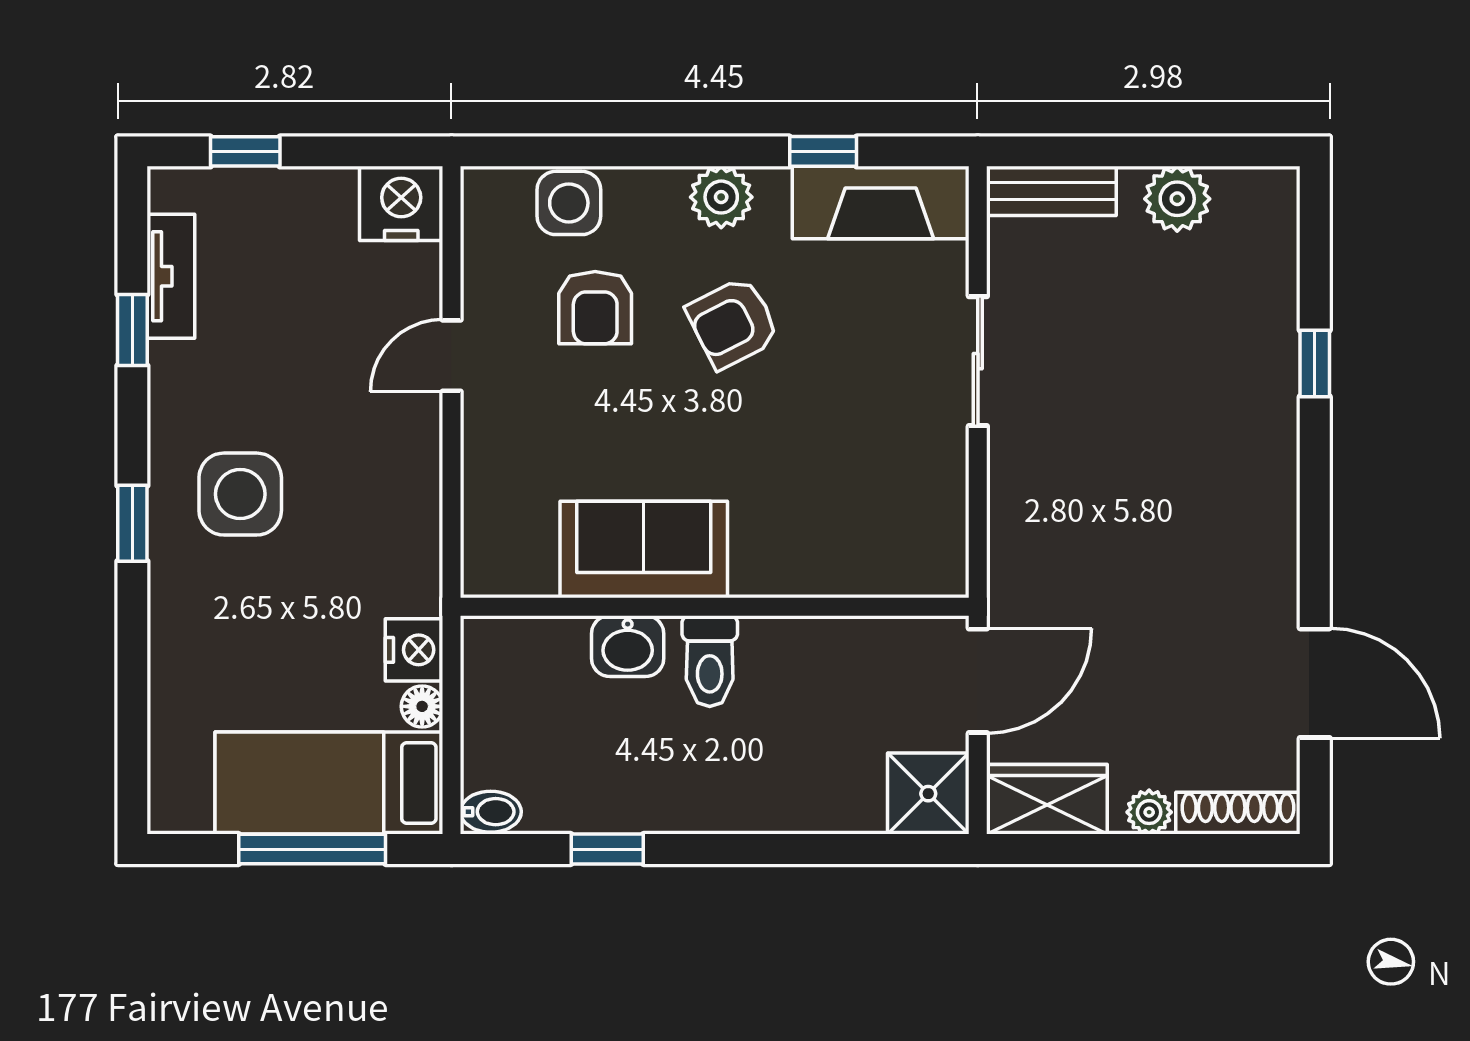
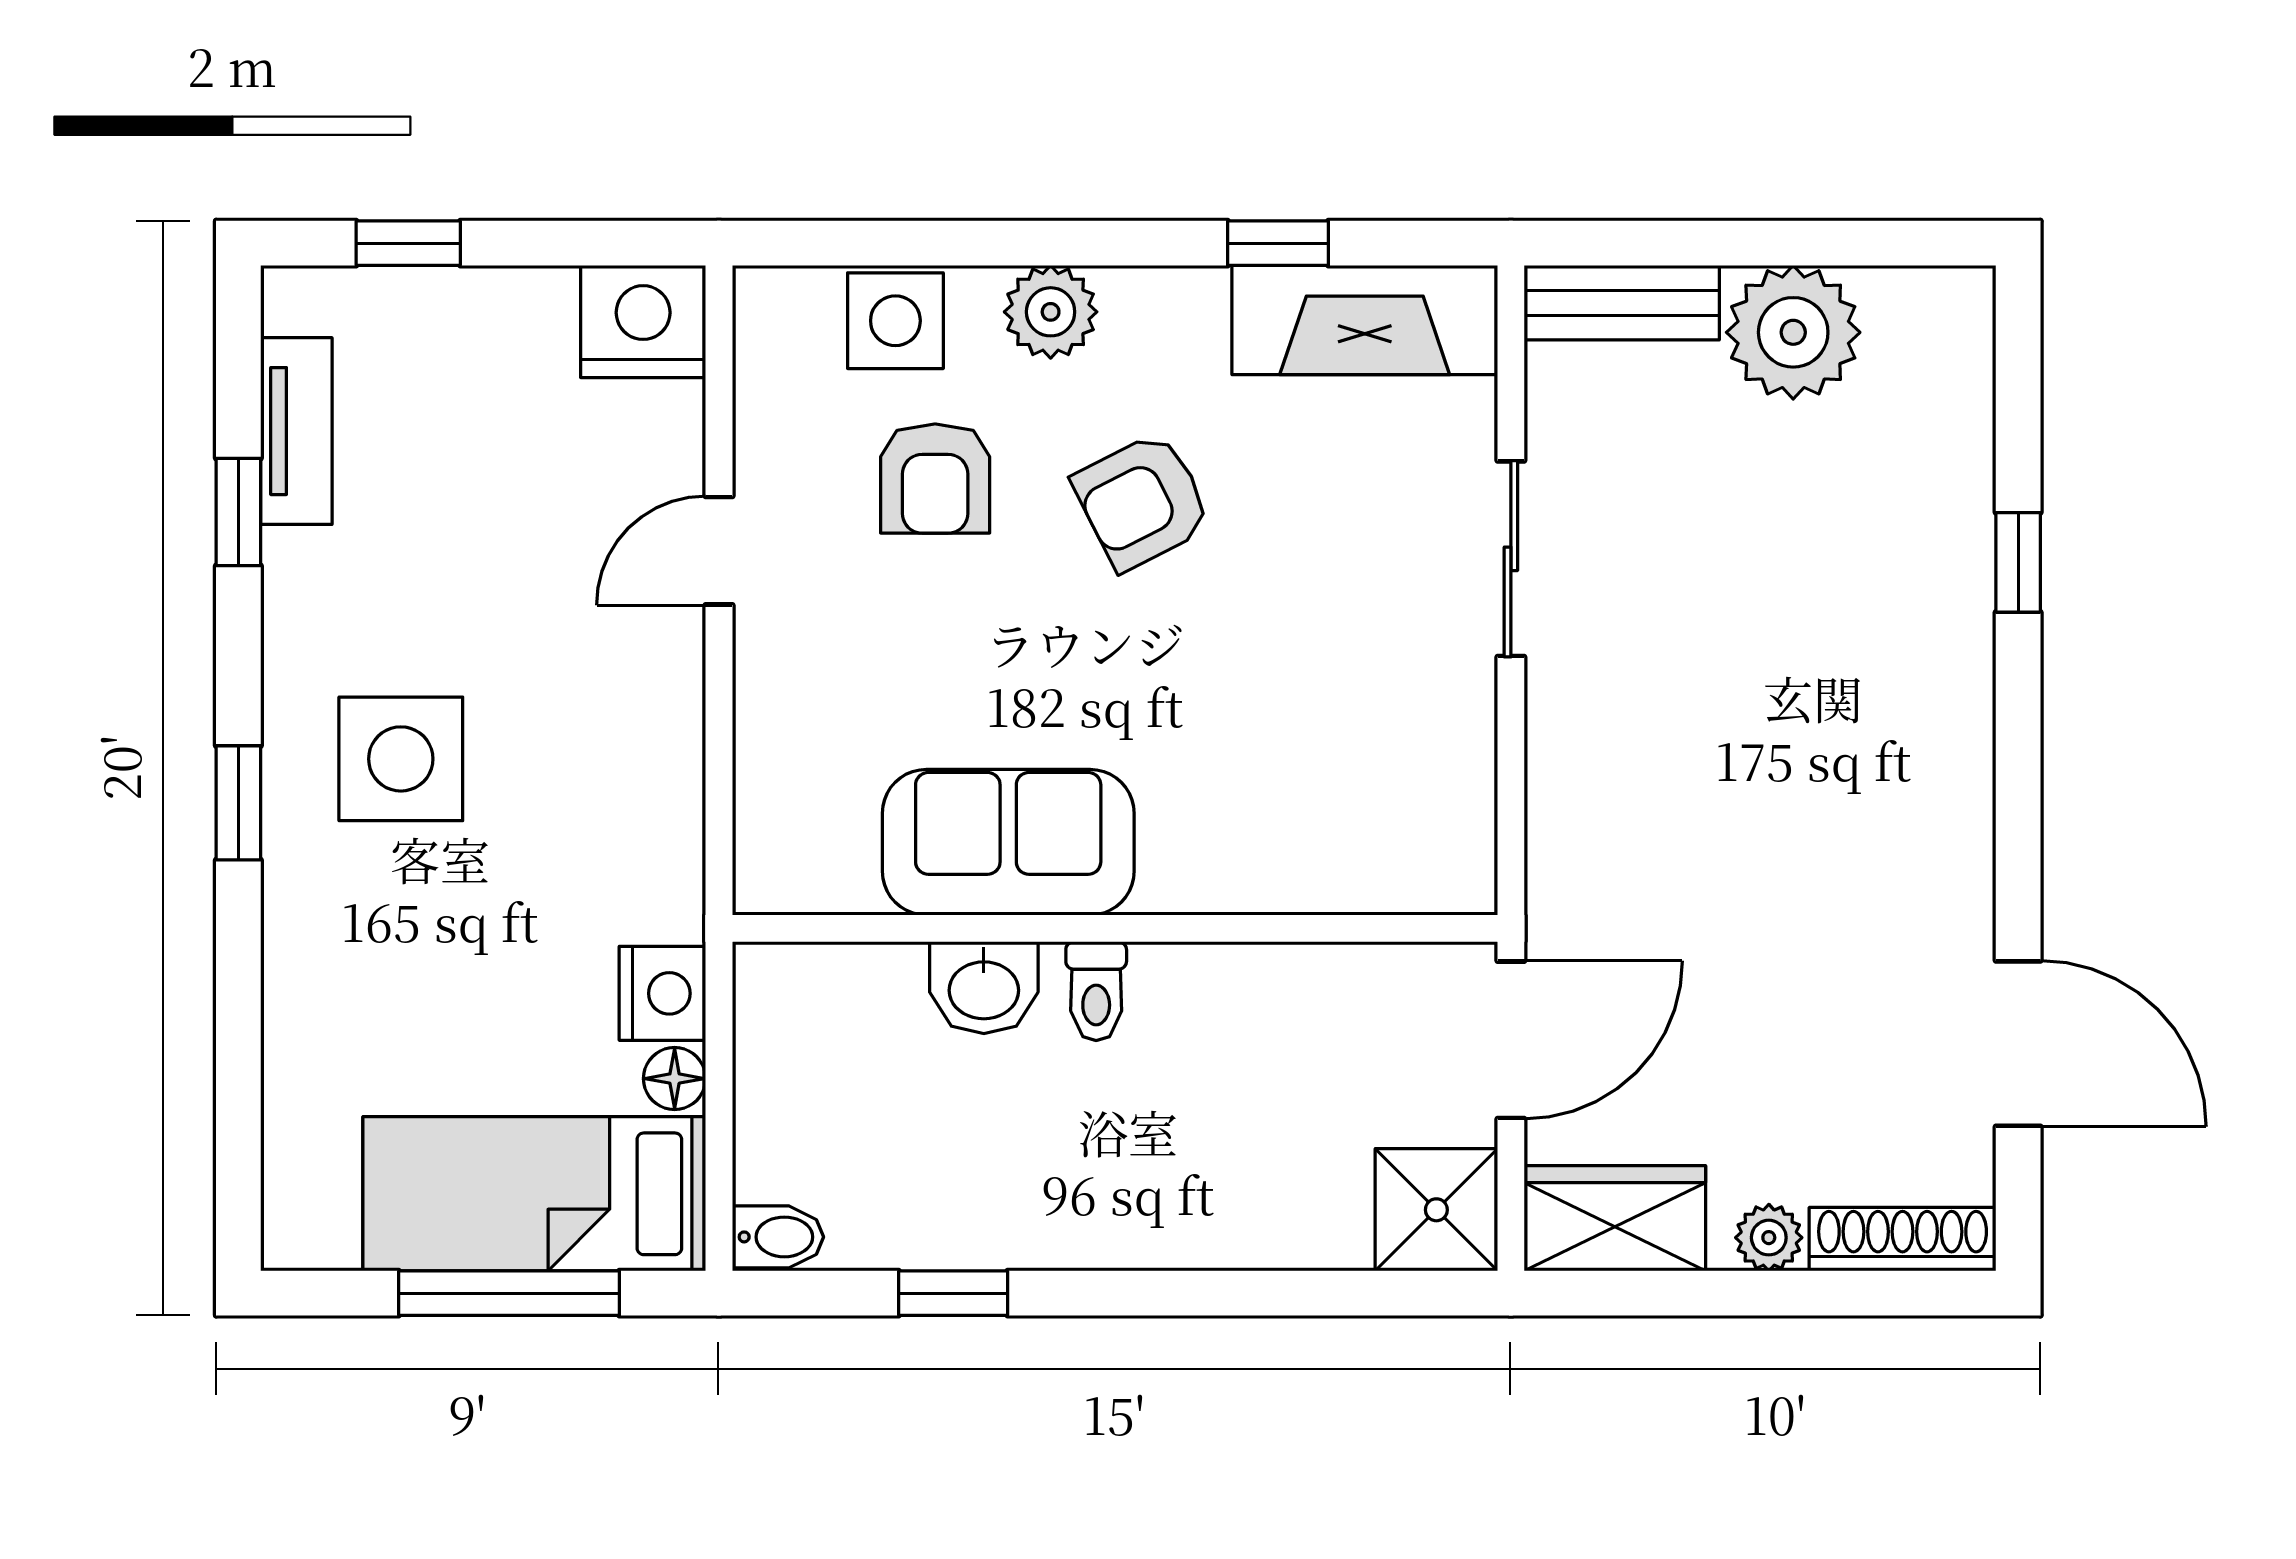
plant: (721, 197) -> (1051, 312), moved
plant: (1177, 199) -> (1793, 332), width x1.36, depth x1.36
toilet: (710, 661) -> (1096, 991), width x0.73, depth x0.72

